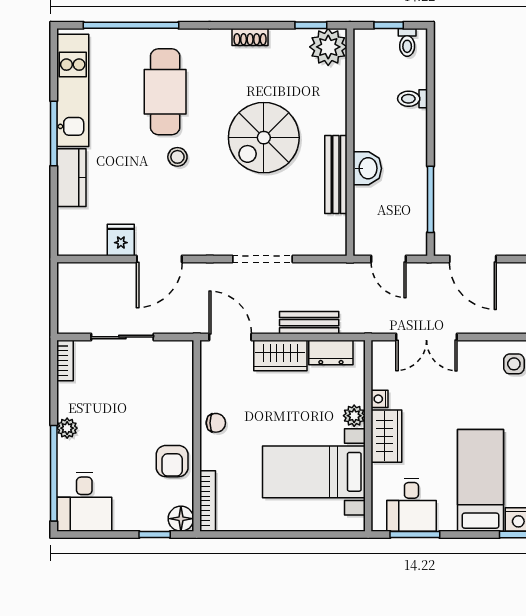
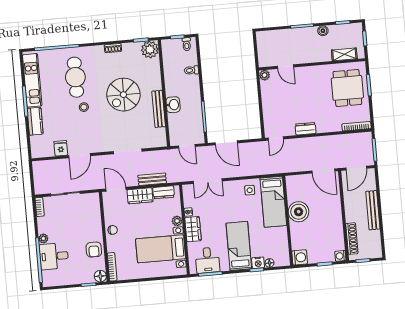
desk: (84, 502) -> (54, 256), moved, turned 90

